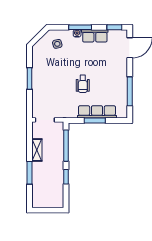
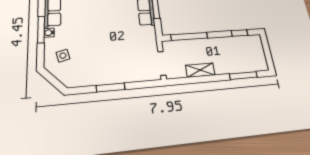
wheelchair: (83, 84) -> (113, 22), removed
window: (29, 173) -> (243, 76), moved
window: (66, 177) -> (239, 33), moved

